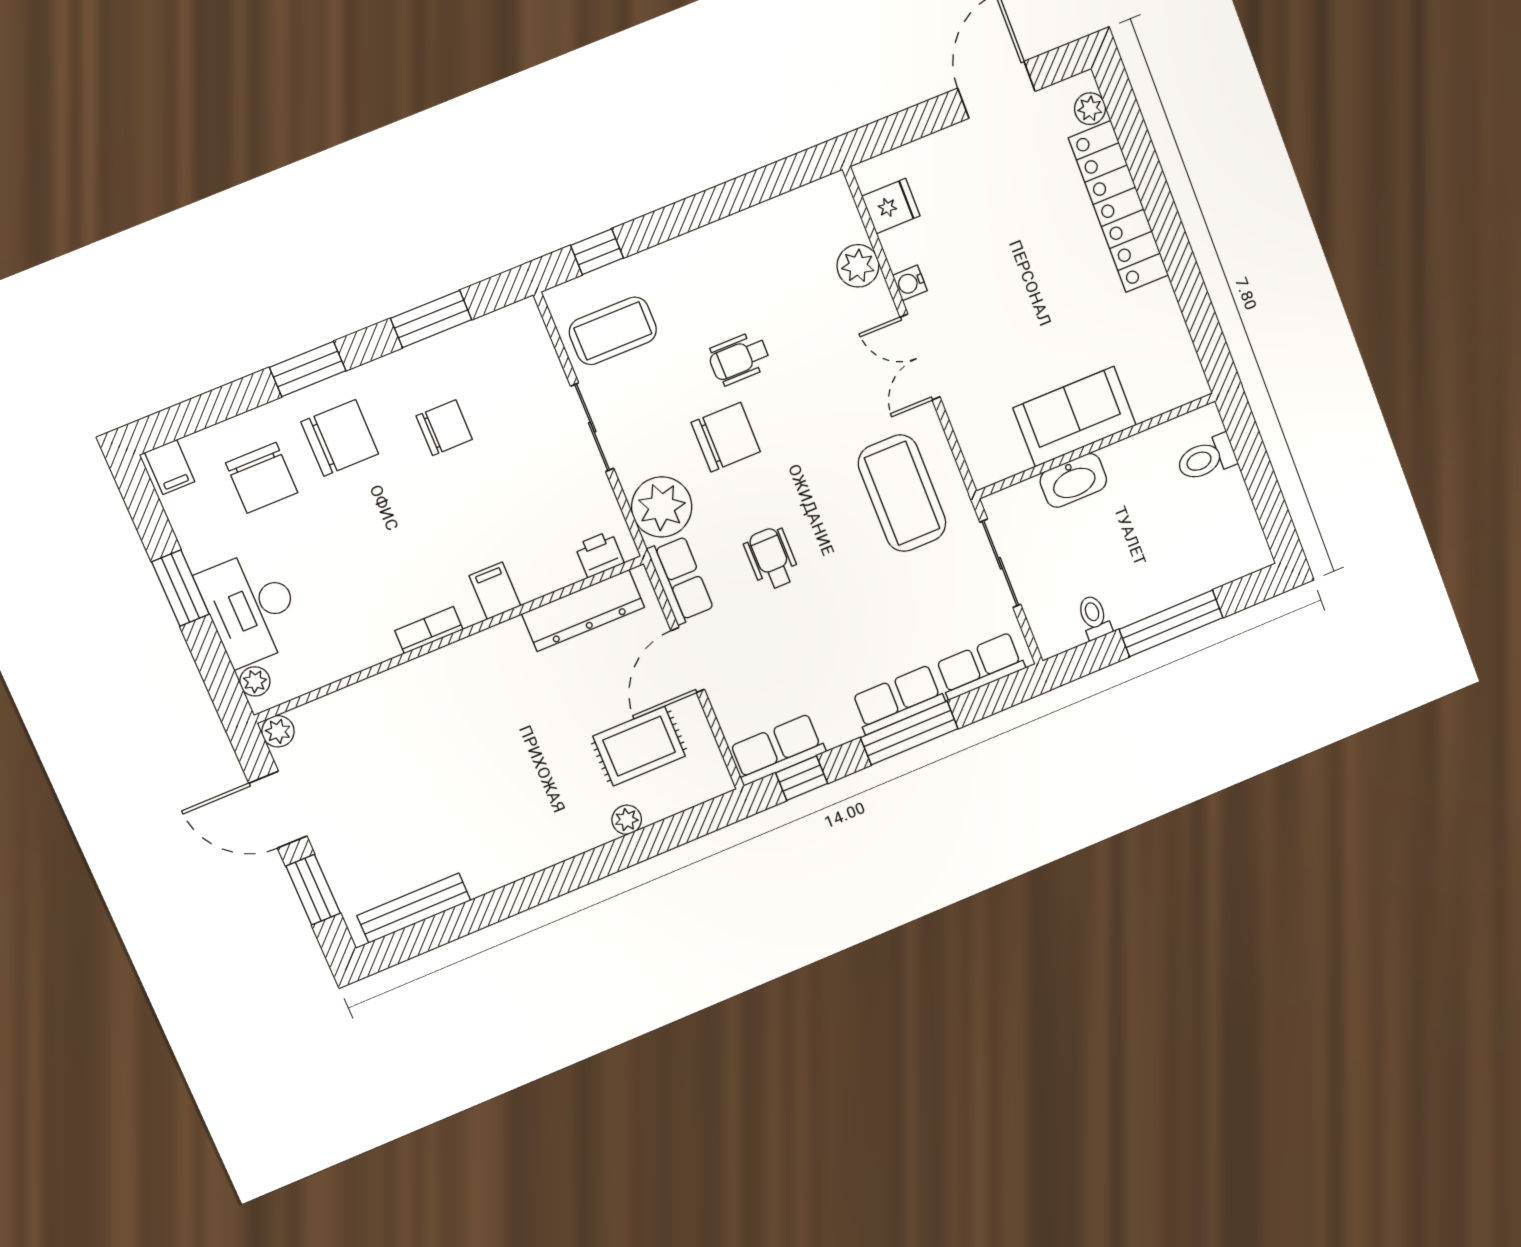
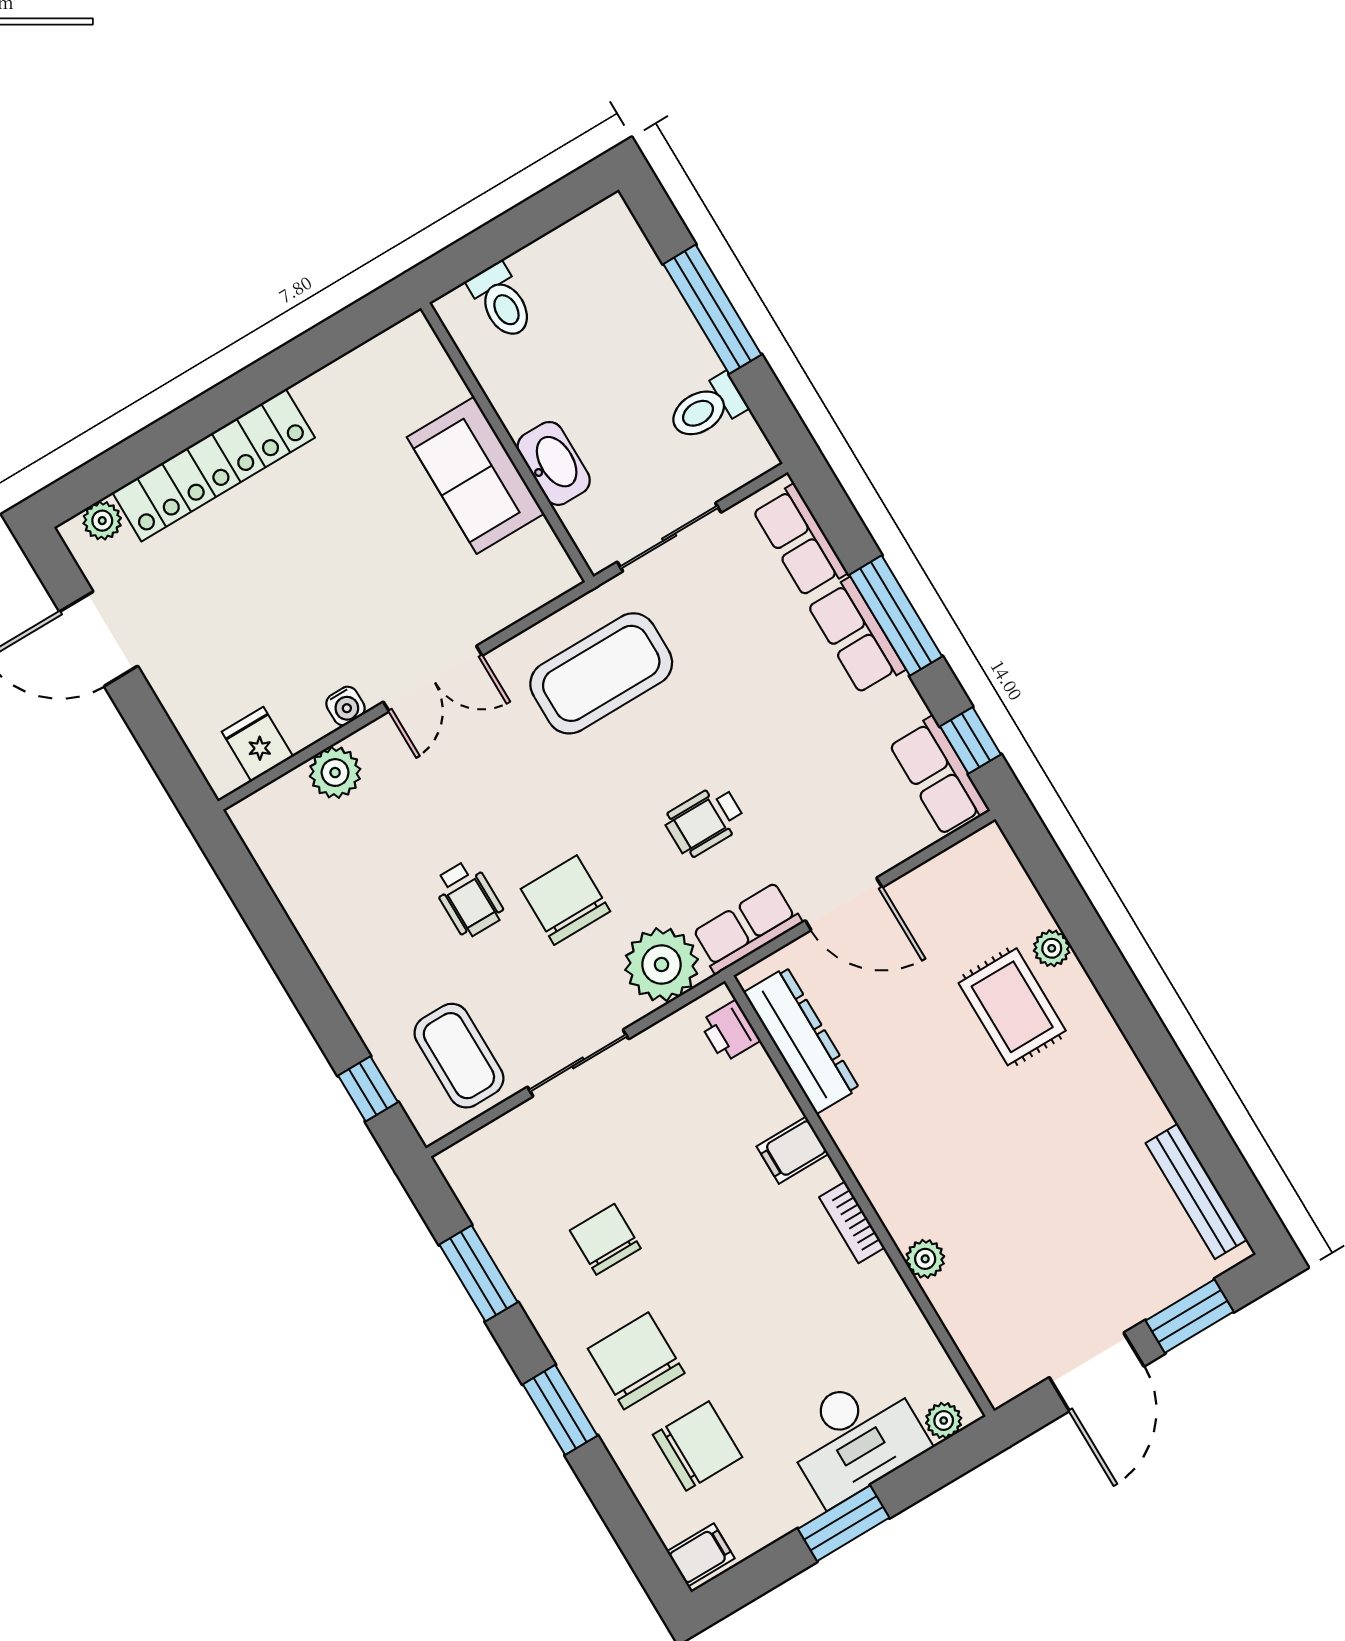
toilet: (1094, 617) -> (707, 408), width x1.37, depth x1.39
plant: (278, 731) -> (925, 1259), moved
rug: (639, 746) -> (1012, 1007), moved

